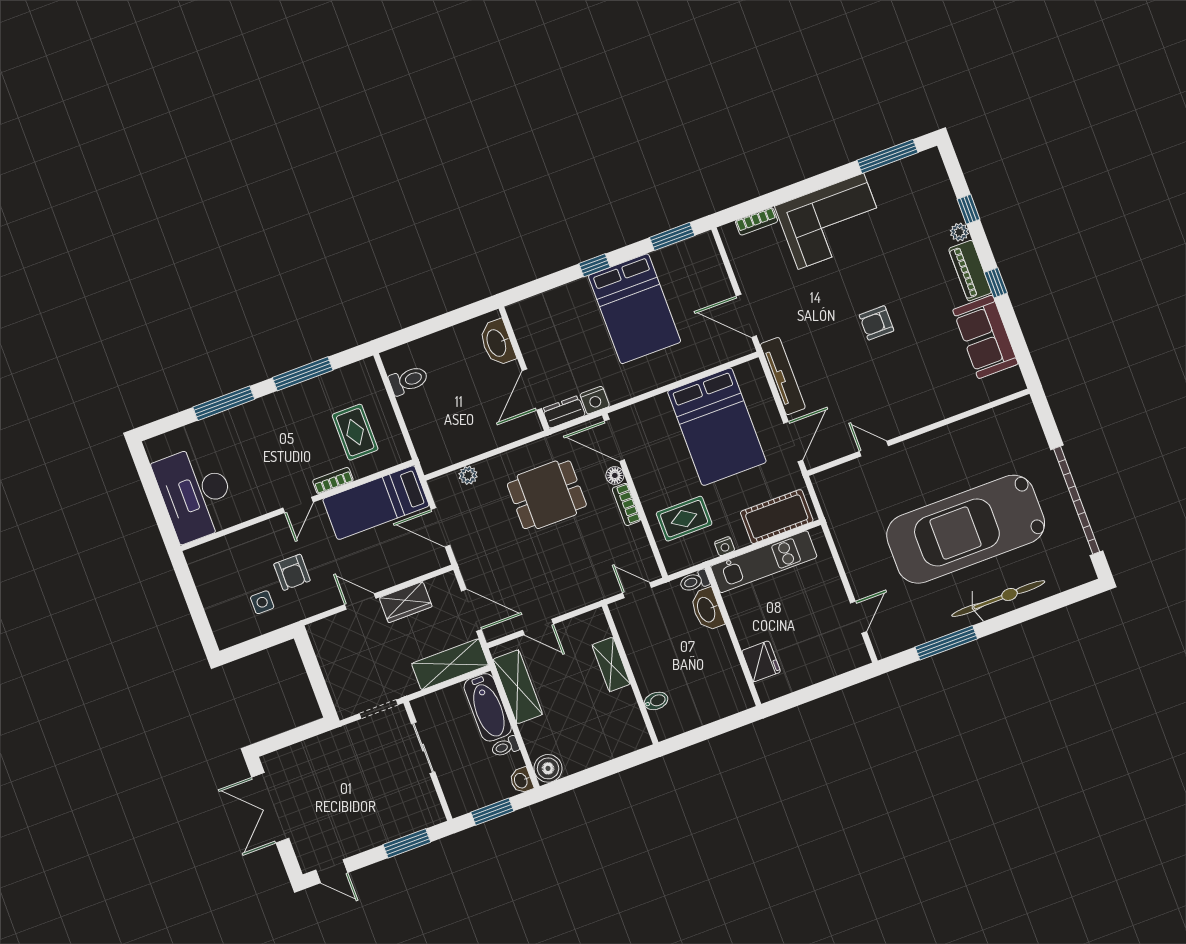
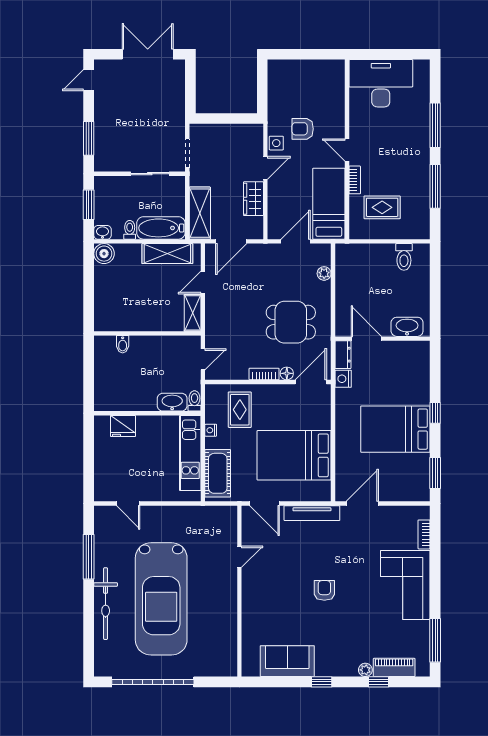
piano: (970, 271) -> (394, 667), moved
dining table: (547, 495) -> (291, 322), turned 90
car: (966, 529) -> (161, 599), turned 180
side table: (262, 602) -> (276, 143), moved
shelving: (611, 664) -> (193, 313), moved, turned 90

